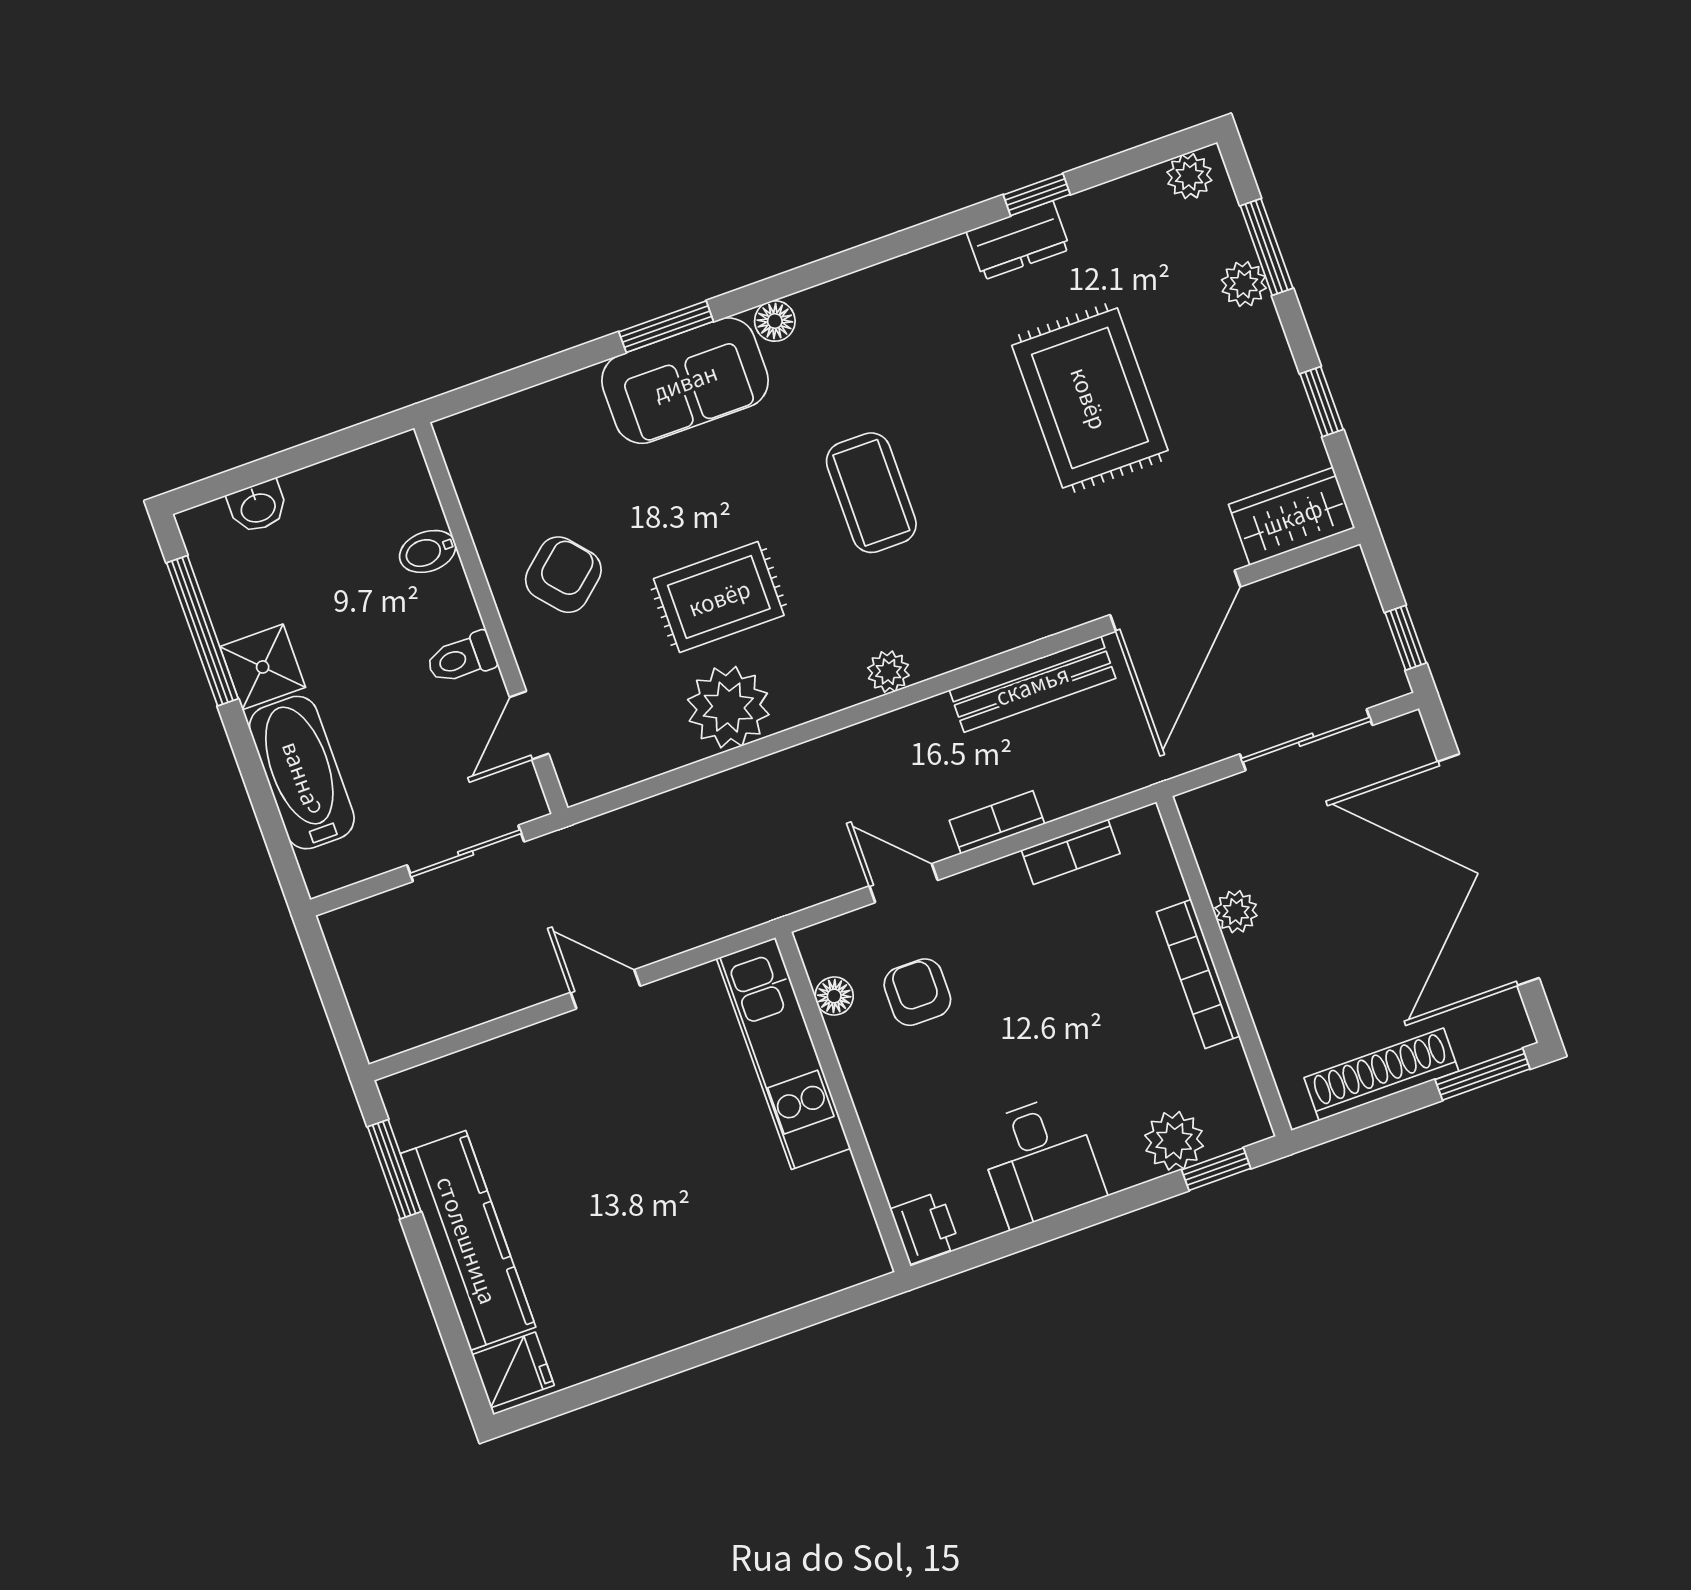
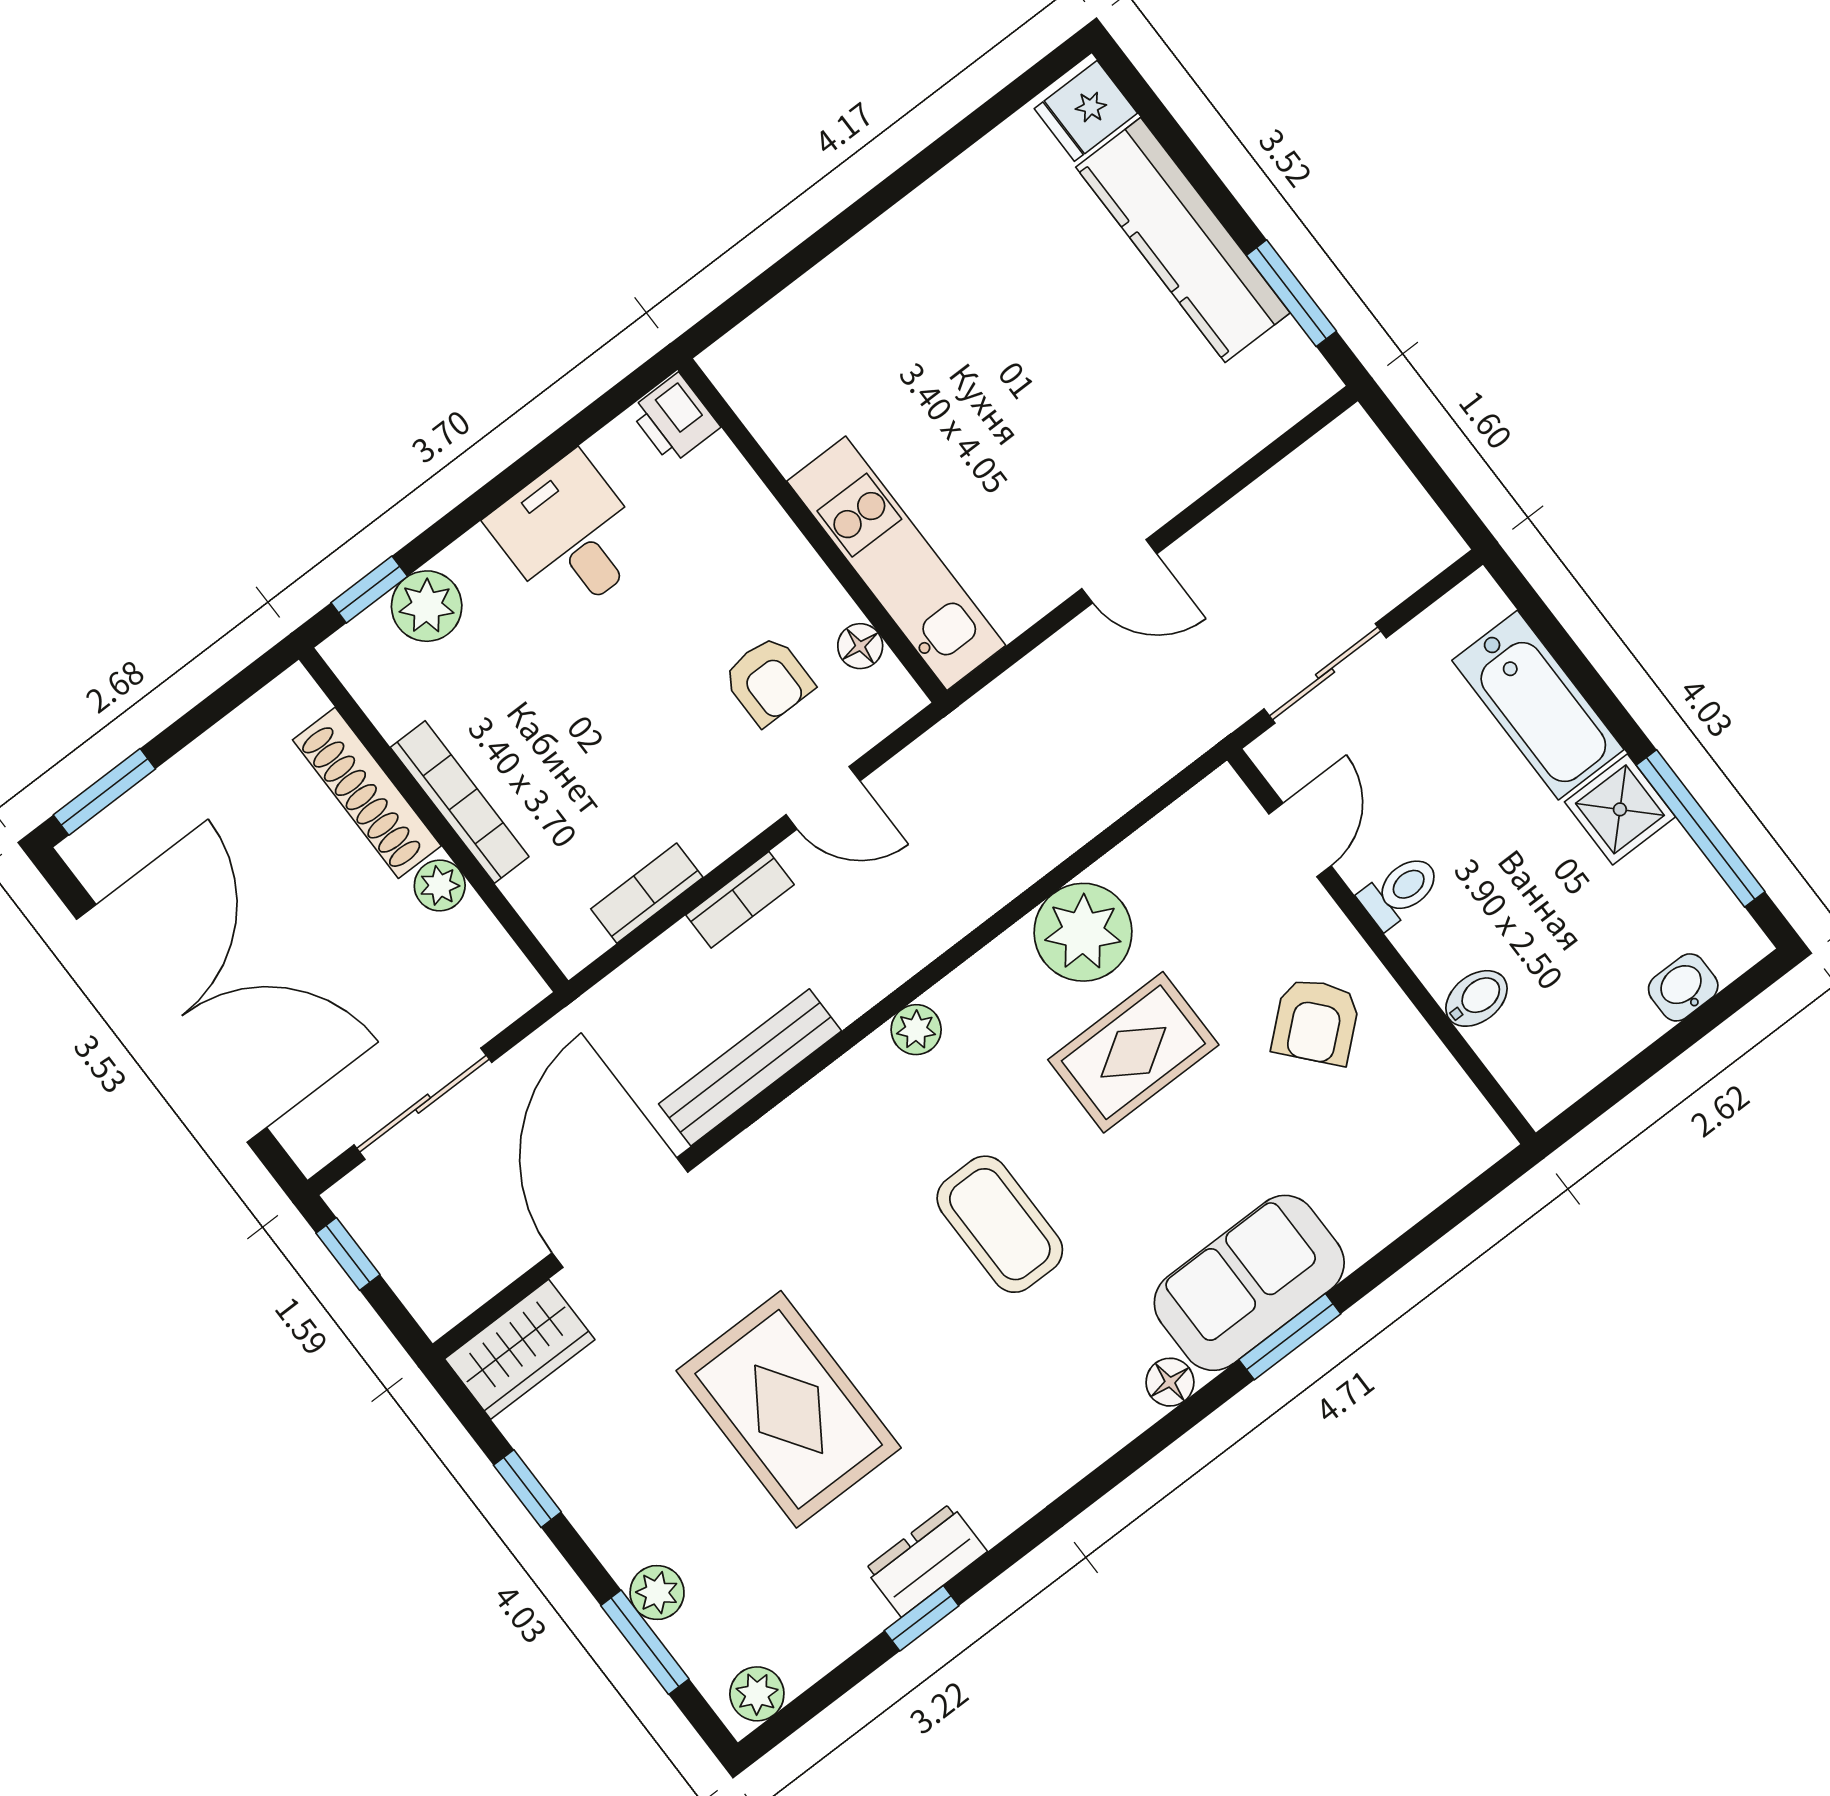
shoe rack: (1381, 1074) -> (367, 793), moved, turned 90

